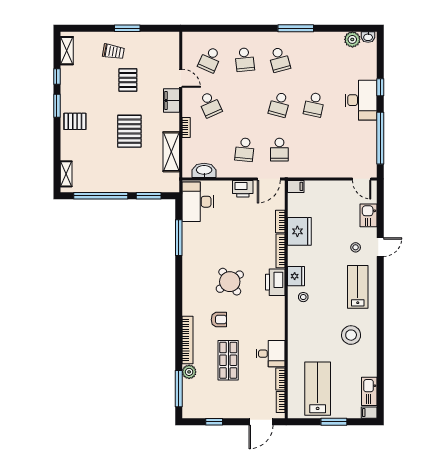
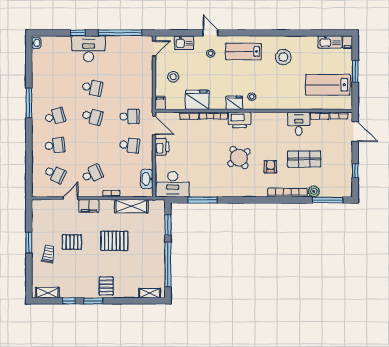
plant: (352, 39) -> (38, 56), removed
stool: (327, 202) -> (173, 77), added

